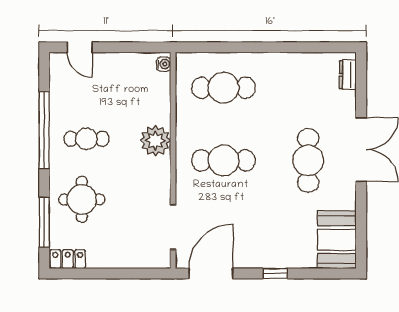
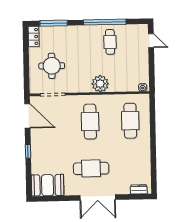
door: (80, 47) -> (151, 41), swing flipped
cafe table: (86, 139) -> (110, 42), moved
round table: (82, 199) -> (52, 66), moved

